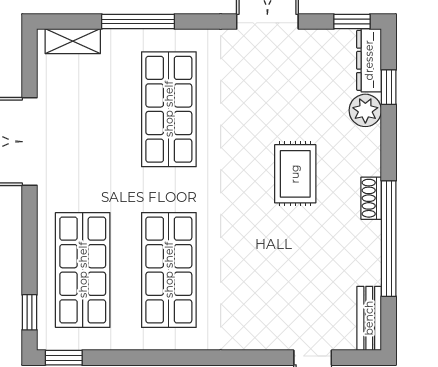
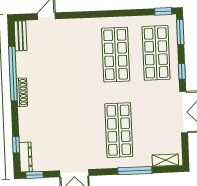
plant: (365, 110) -> (26, 133), removed
rug: (295, 174) -> (58, 102), removed
shoe rack: (371, 198) -> (22, 92), width x1.43
window: (30, 228) -> (182, 71), added
window: (30, 312) -> (180, 32), width x1.50

